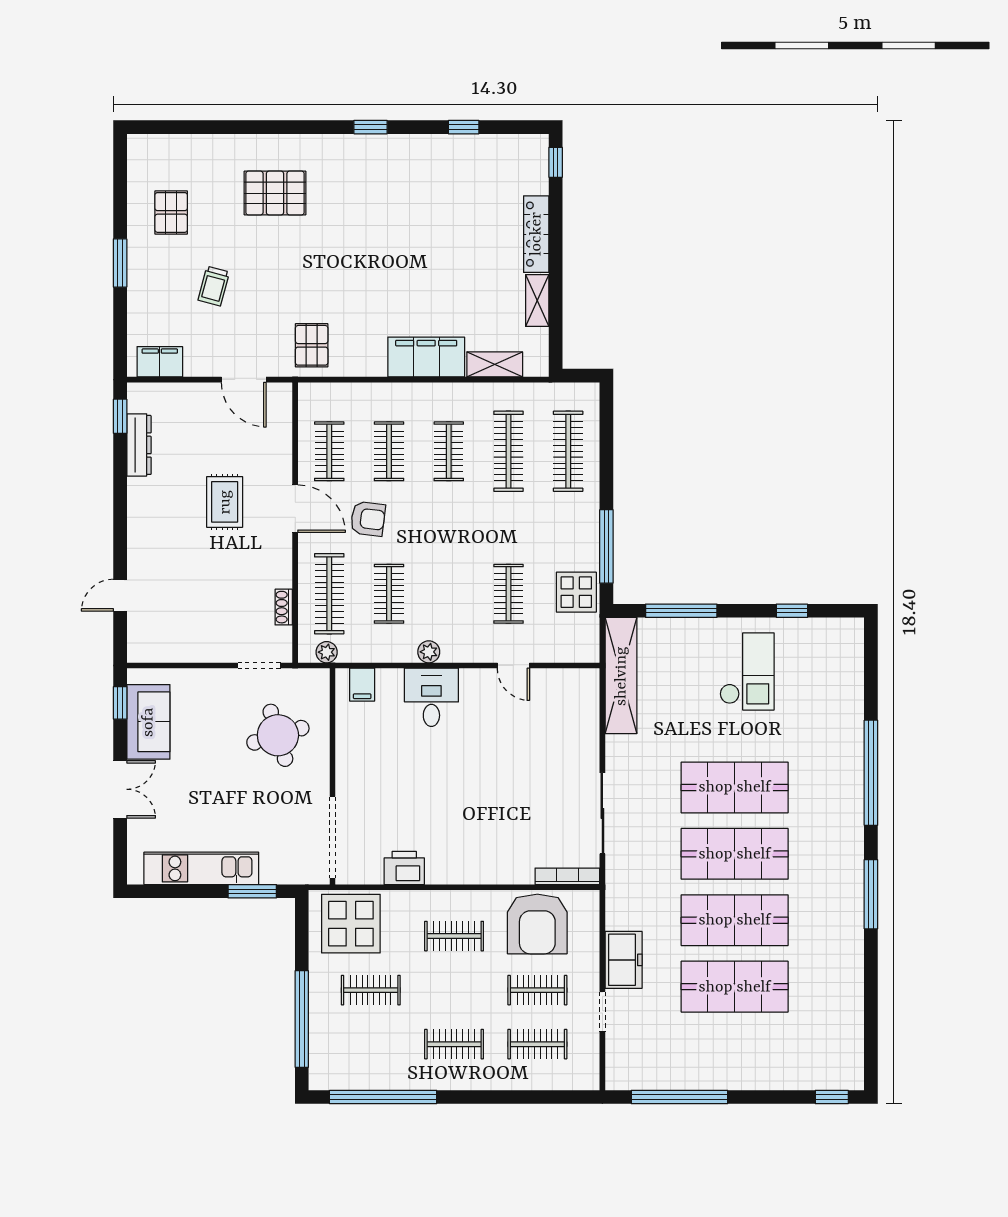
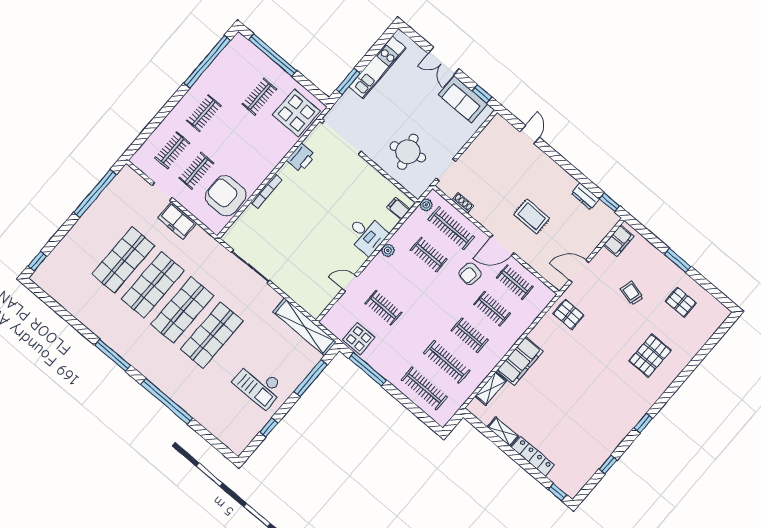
dresser: (139, 445) -> (585, 196), width x0.70
bookcase: (567, 876) -> (266, 191), moved
clothes rail: (454, 936) -> (252, 154), removed

